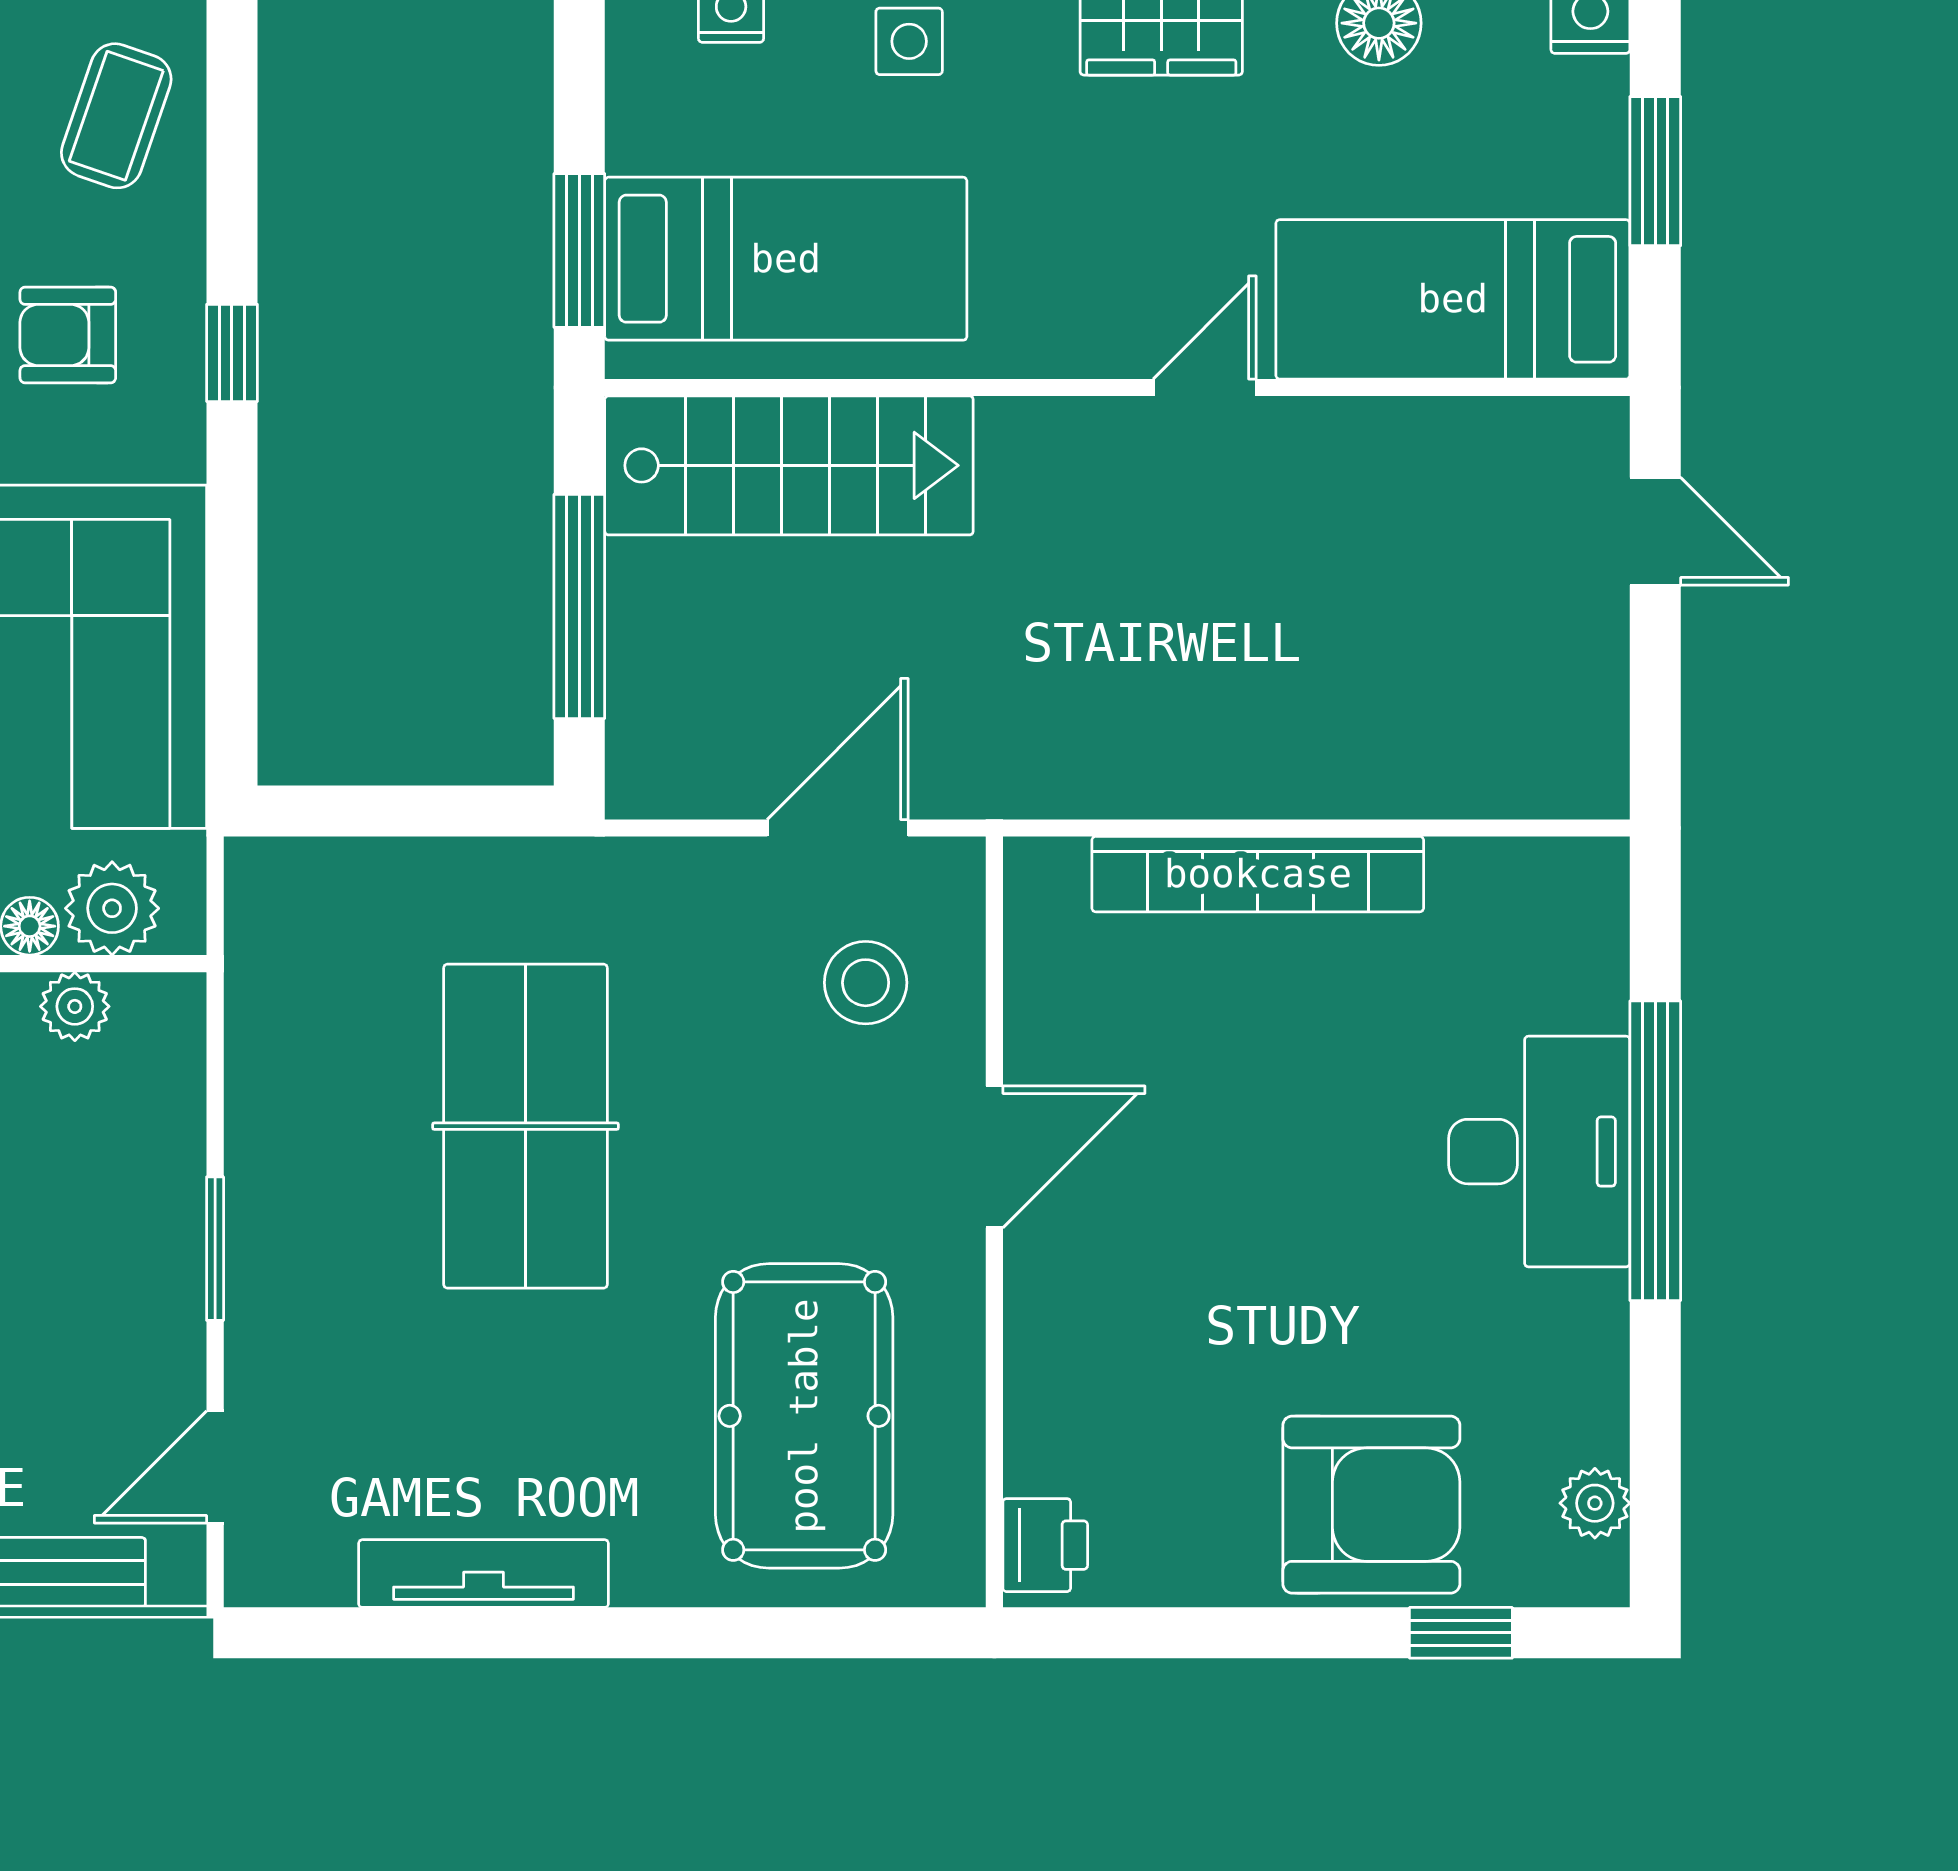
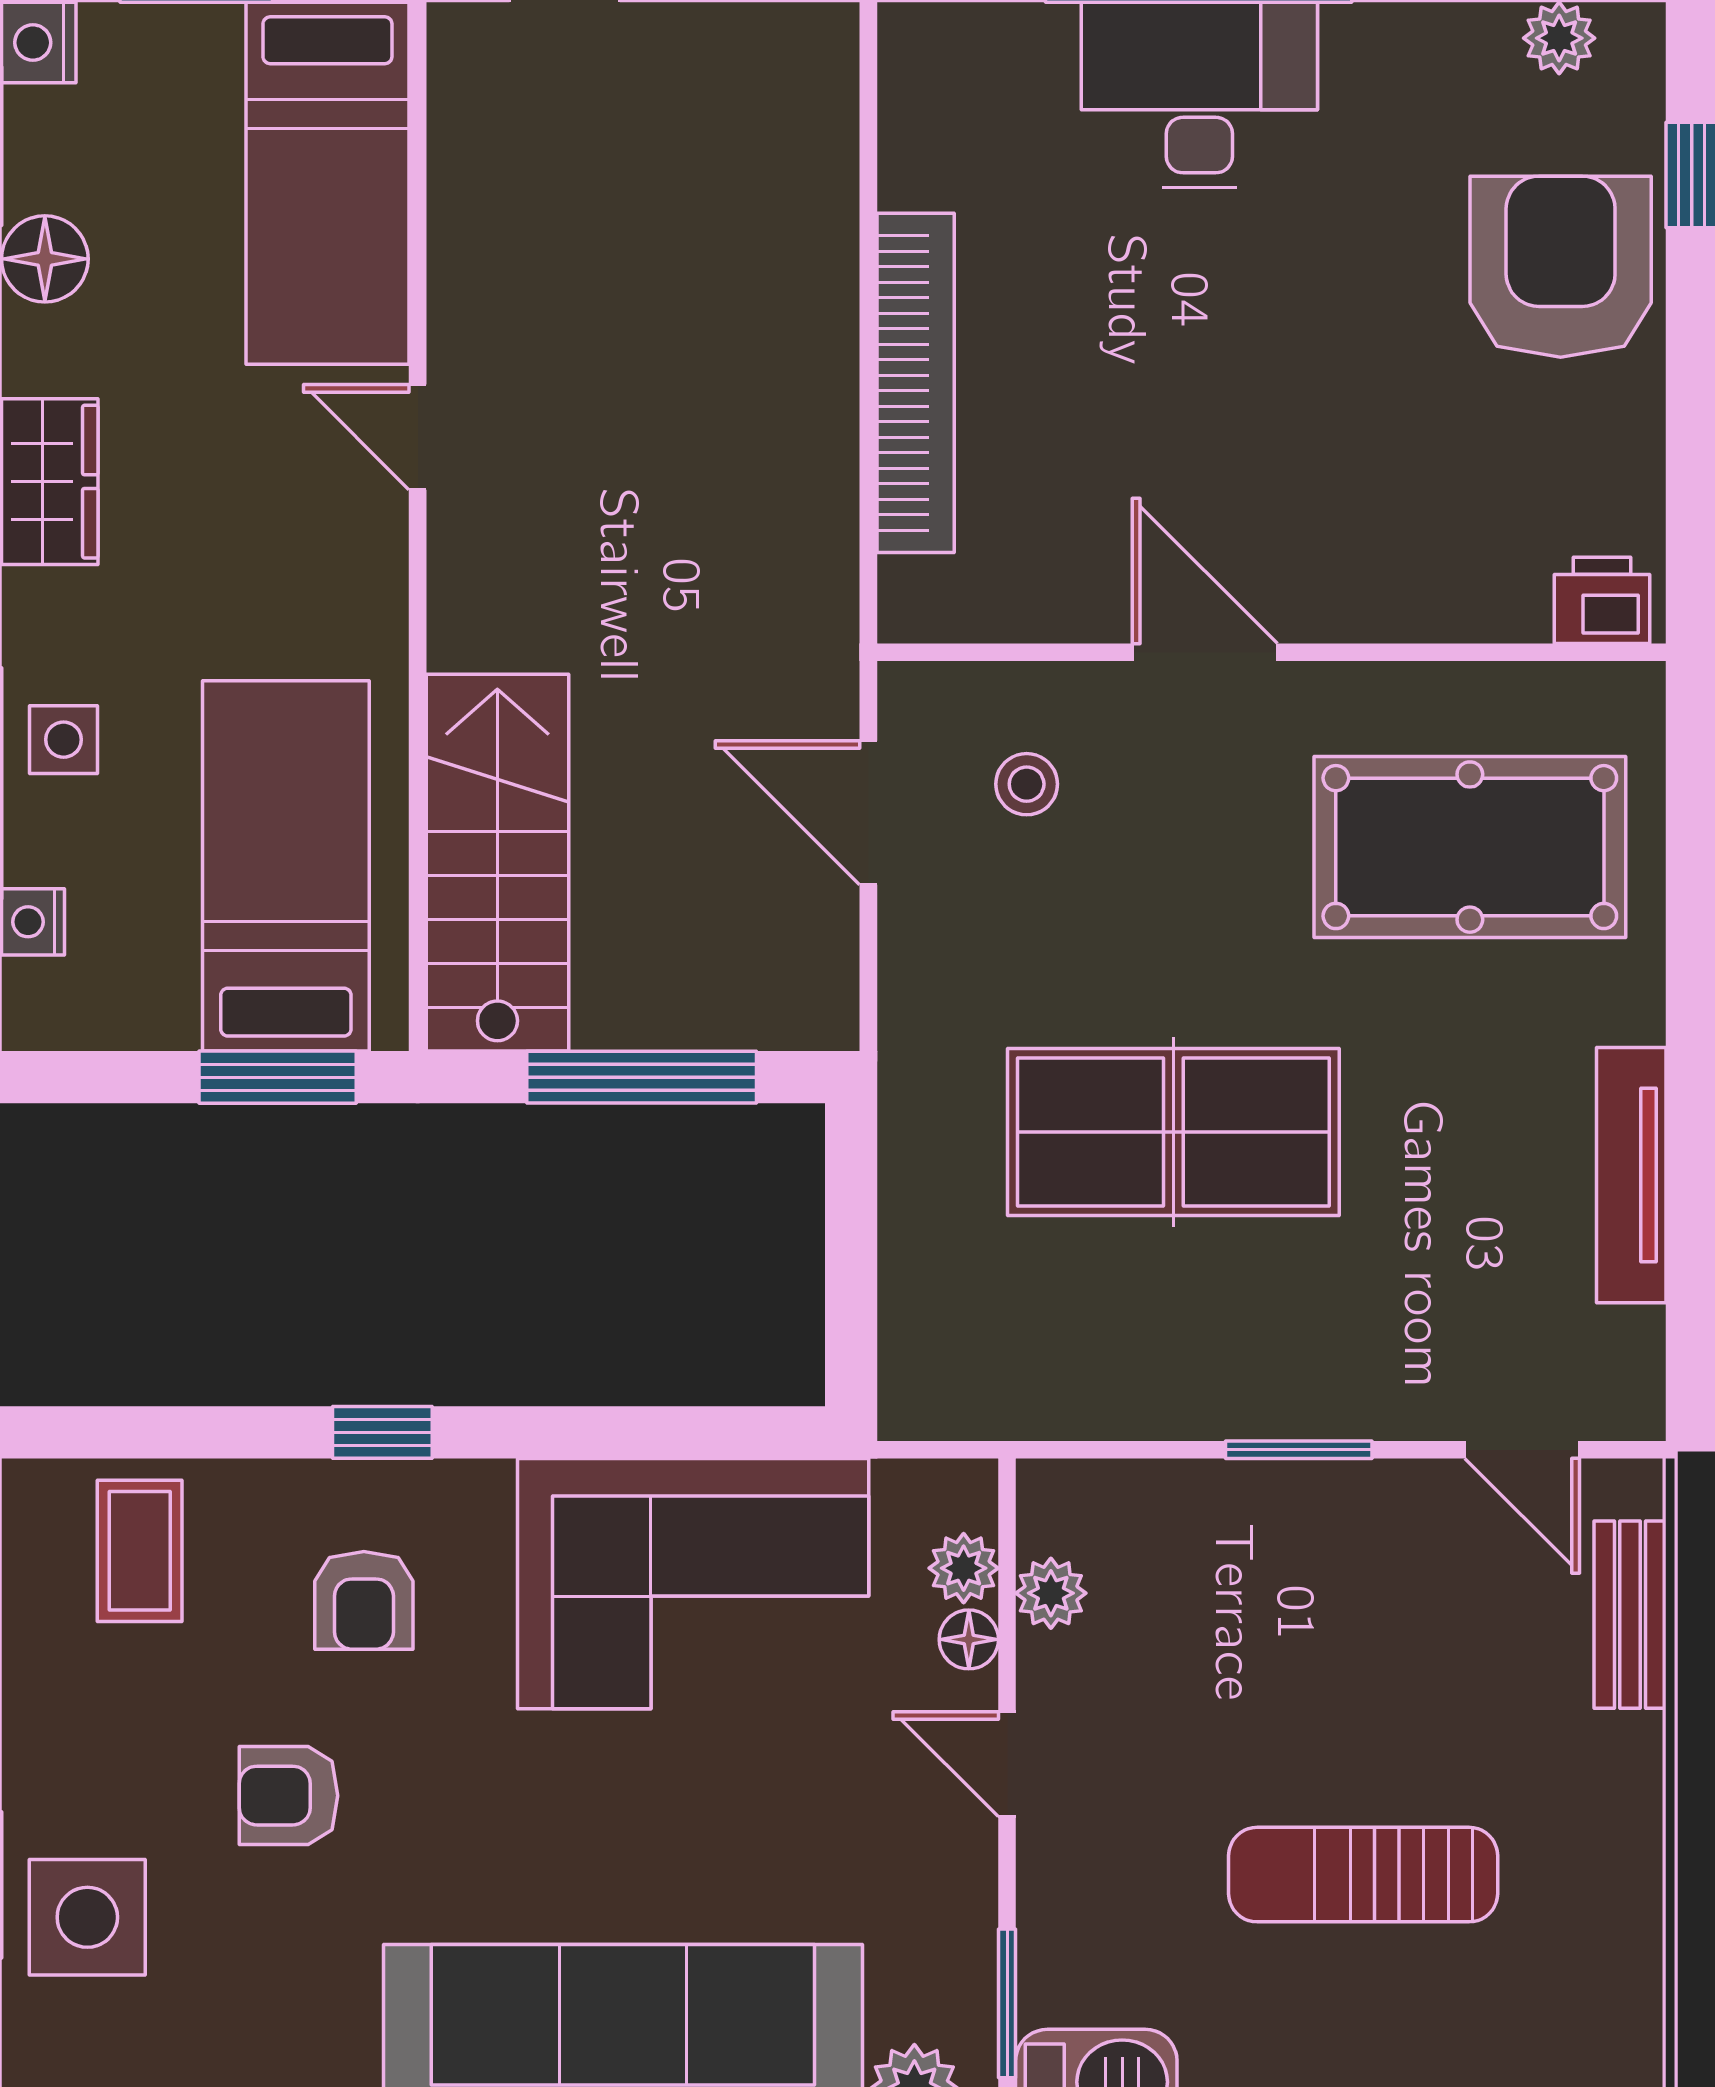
coffee table: (116, 116) -> (140, 1551), turned 71
plant: (112, 908) -> (964, 1568), width x0.73, depth x0.73
stool: (866, 983) -> (1027, 784), width x0.73, depth x0.73

